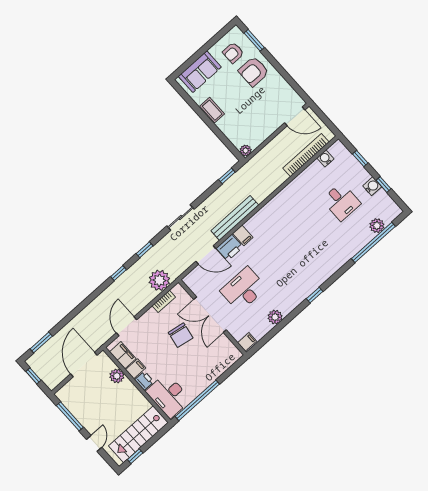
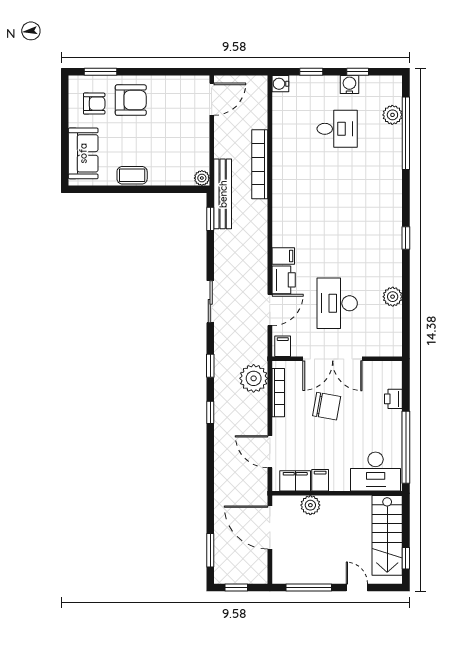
armchair: (233, 53) -> (94, 104), turned -90
armchair: (254, 71) -> (131, 100), turned -90
bookcase: (306, 155) -> (260, 164), moved
water cooler: (325, 158) -> (280, 84), moved
bench: (235, 218) -> (223, 194), moved
bookcase: (164, 301) -> (278, 393), width x1.56
filing cabinet: (247, 342) -> (283, 346), moved
printer: (144, 381) -> (393, 399), moved, turned -90

